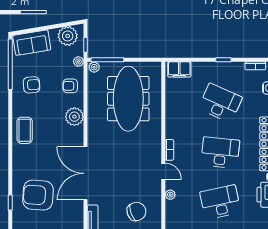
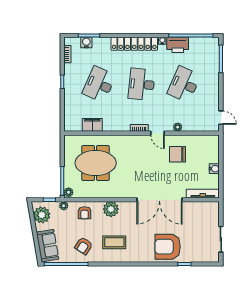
filing cabinet: (179, 69) -> (92, 125), moved, turned -90
armchair: (32, 85) -> (84, 246), turned -143
meeting table: (128, 99) -> (96, 163), width x0.73
coffee table: (25, 130) -> (114, 242), moved
door: (163, 171) -> (158, 133), swing flipped
armchair: (38, 195) -> (168, 247), moved, turned 86
desk: (220, 202) -> (184, 84), turned 36
chair: (136, 211) -> (178, 154), moved, turned -70

